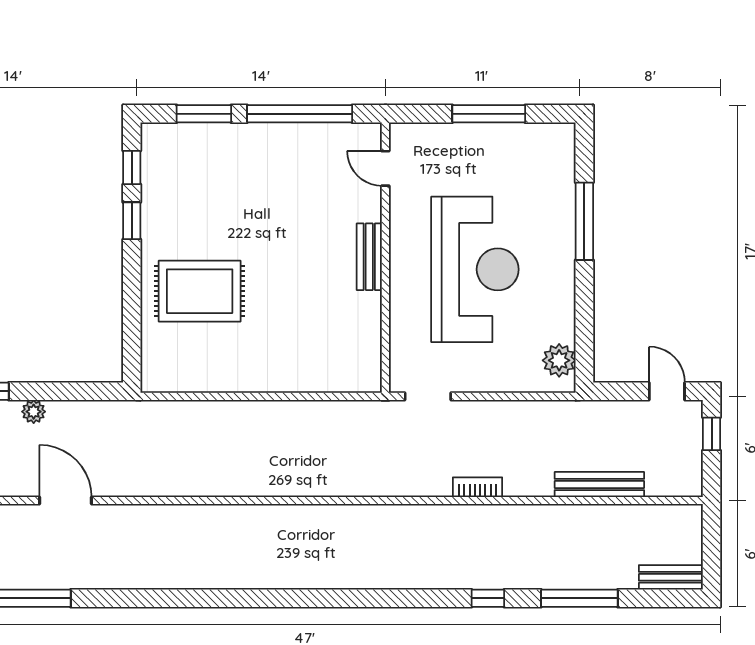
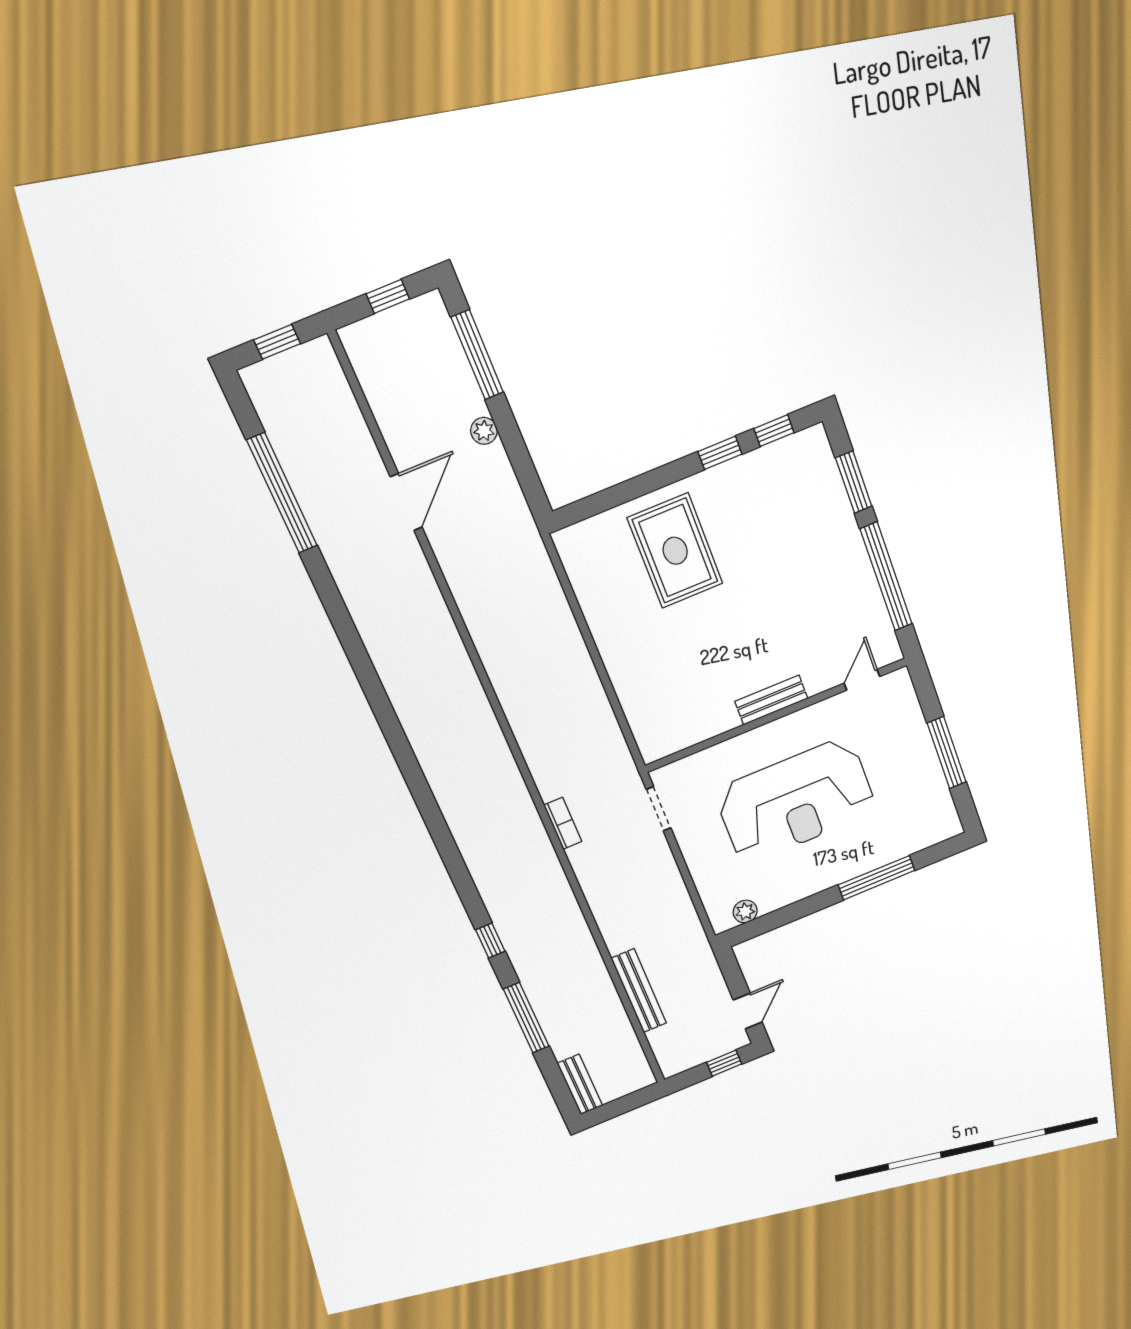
plant: (559, 360) -> (745, 912), width x0.73, depth x0.73
bookcase: (477, 487) -> (563, 823), moved

